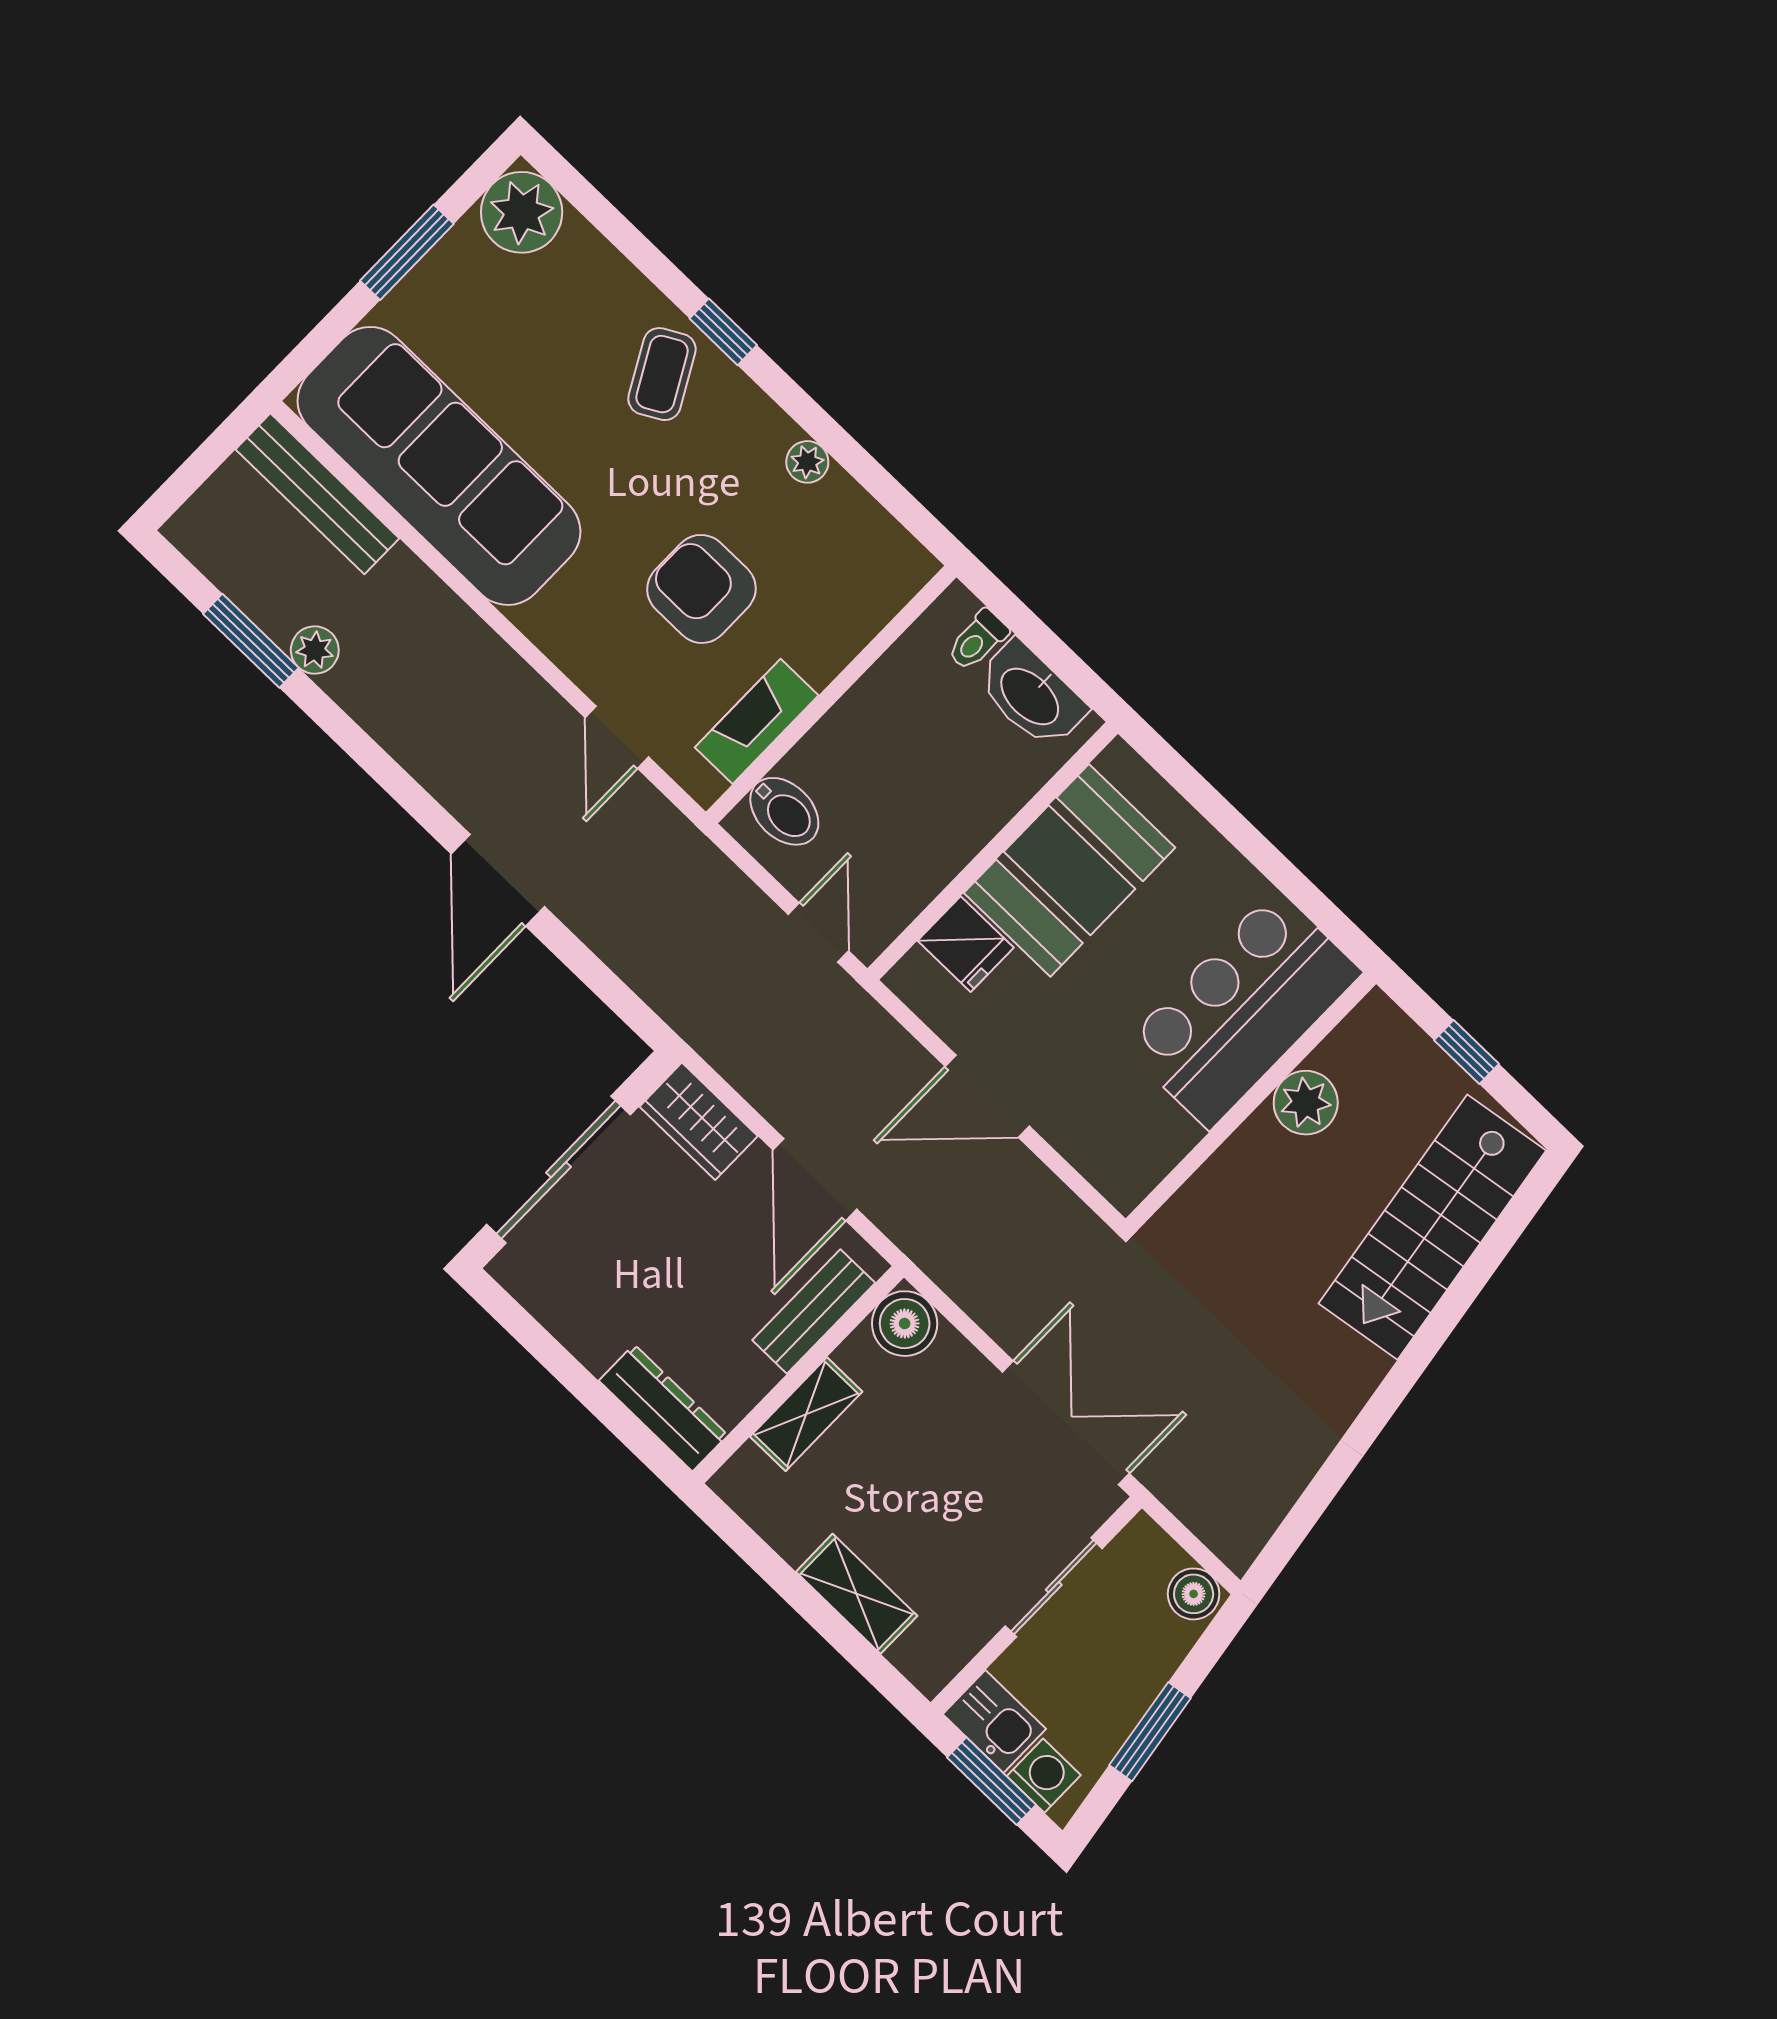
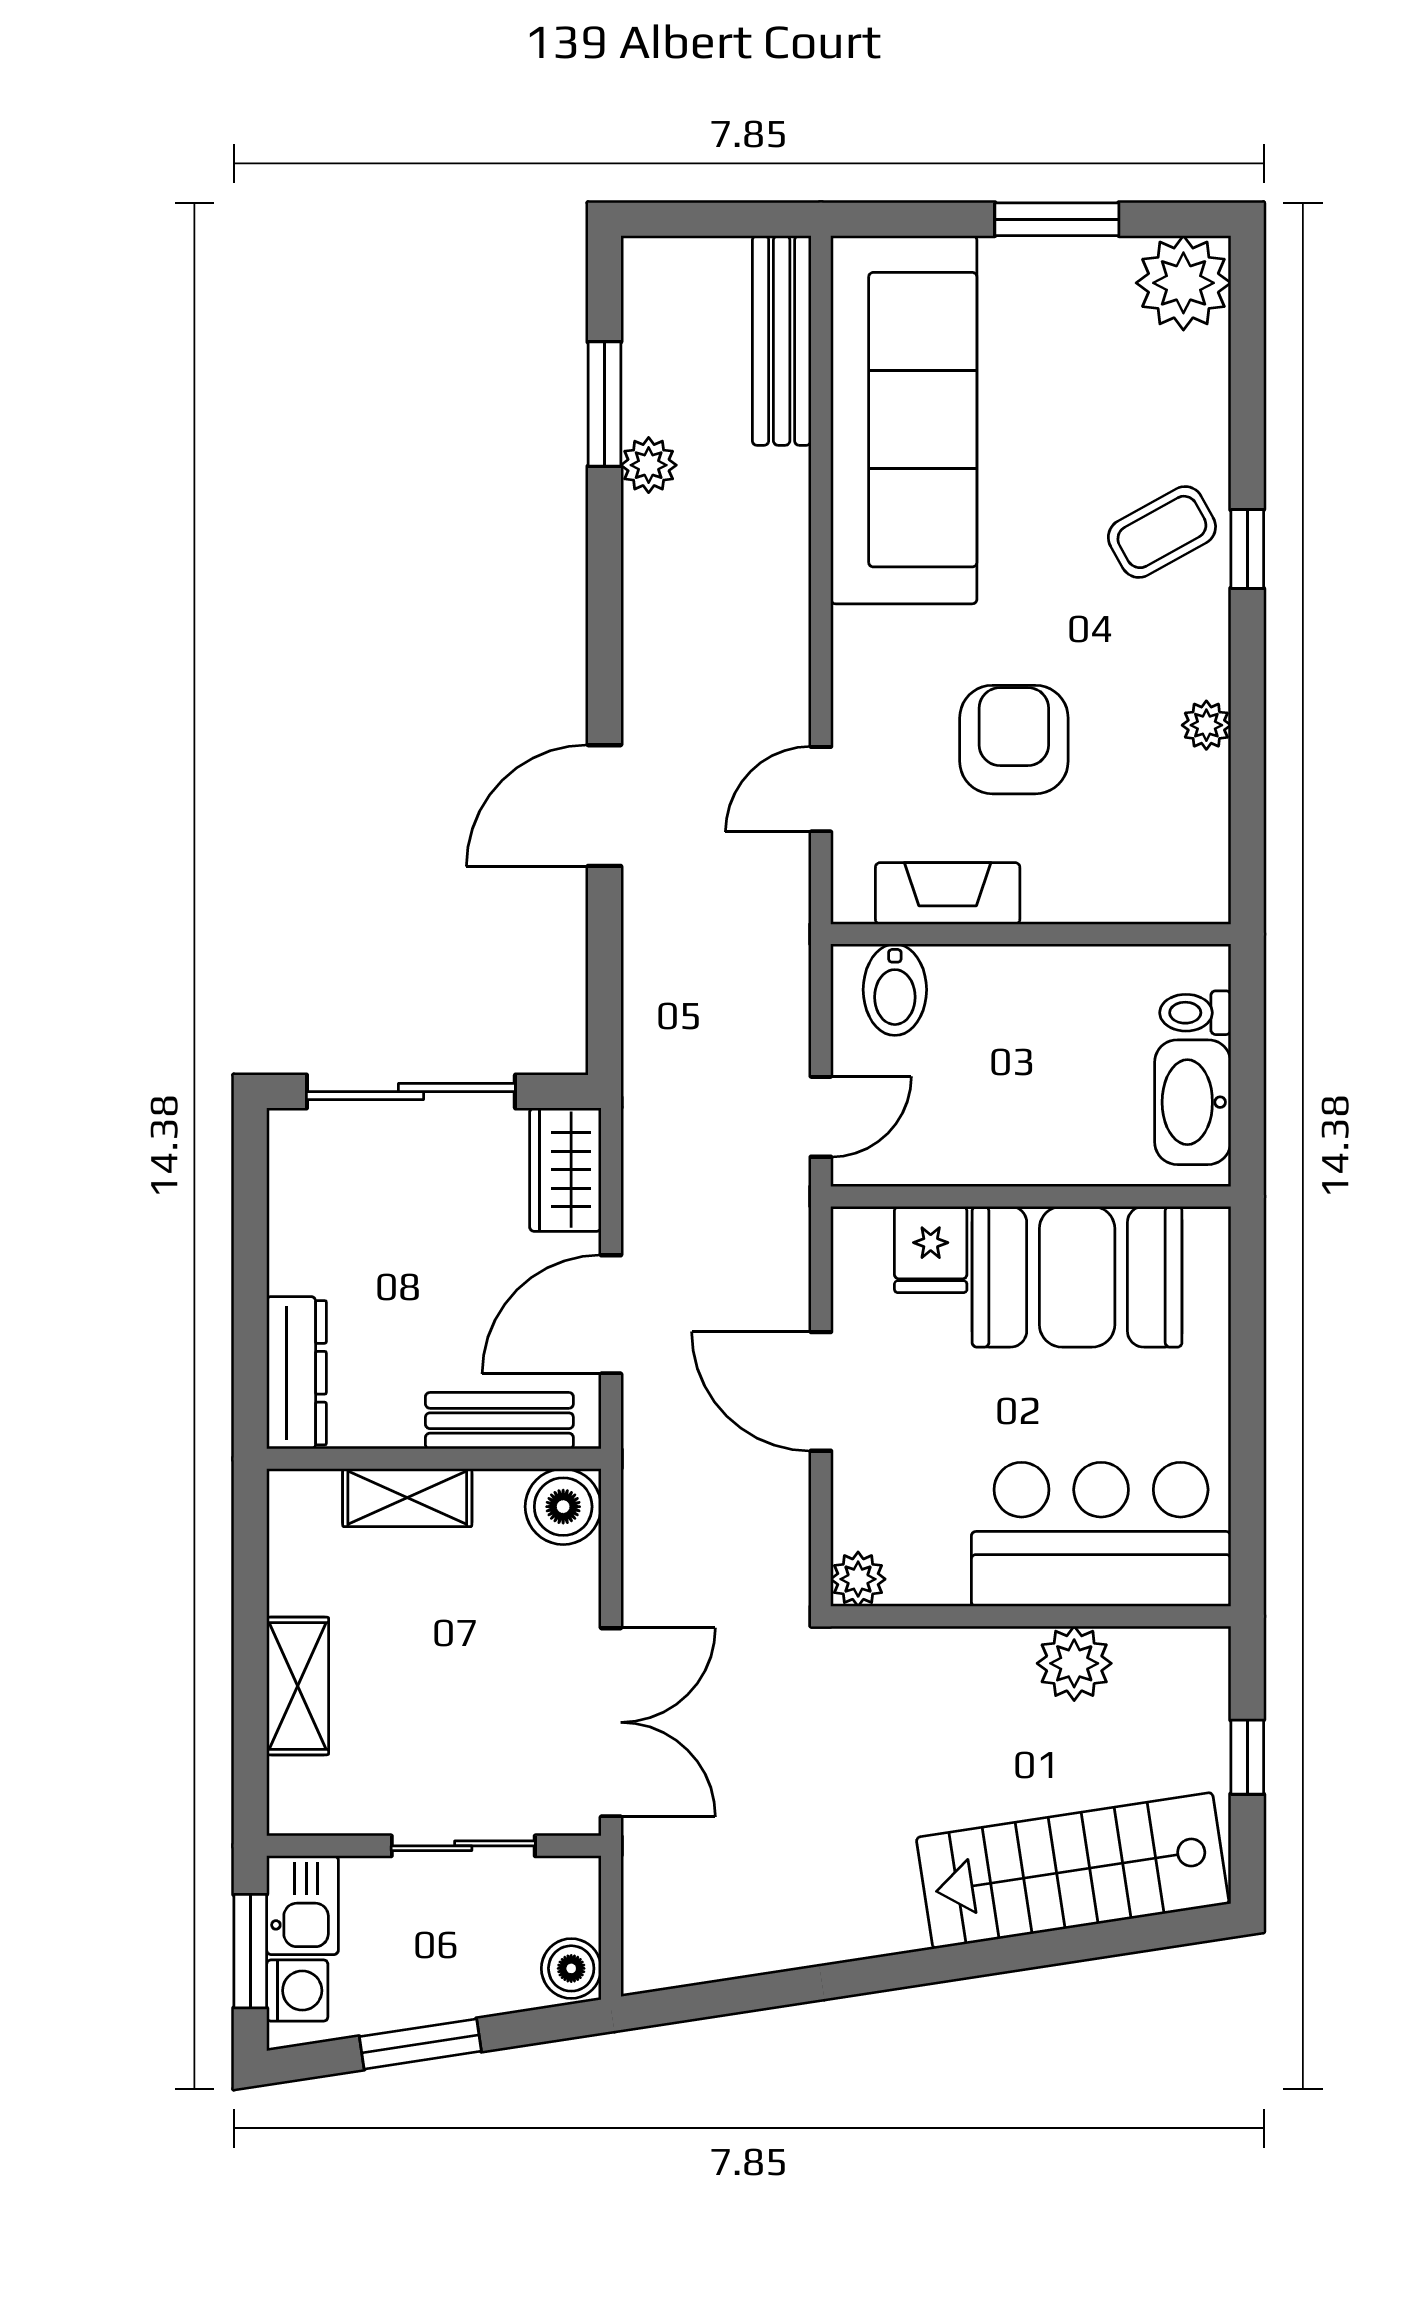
plant: (1125, 1185) -> (858, 1579), added

